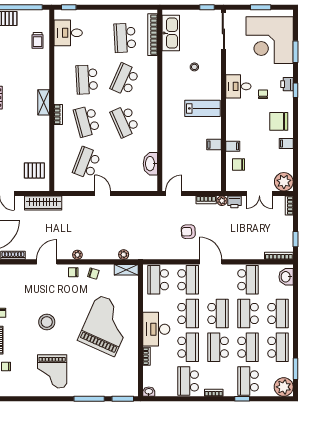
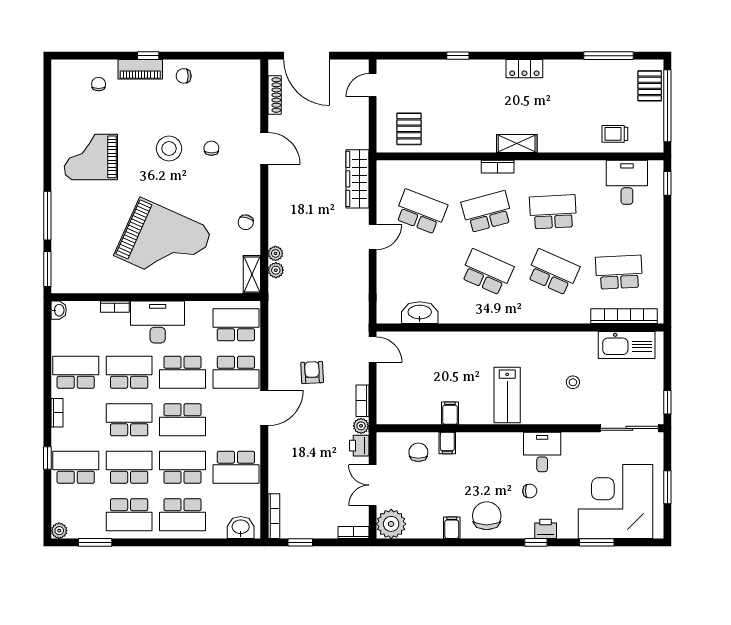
school desk: (125, 121) -> (487, 272), turned 48
wardrobe: (43, 203) -> (357, 179), moved
plant: (77, 255) -> (275, 253), moved
chair: (73, 272) -> (211, 148), moved
school desk: (188, 347) -> (129, 372), turned 180
school desk: (248, 347) -> (129, 467), turned 180
plant: (284, 387) -> (59, 531), width x0.53, depth x0.53

